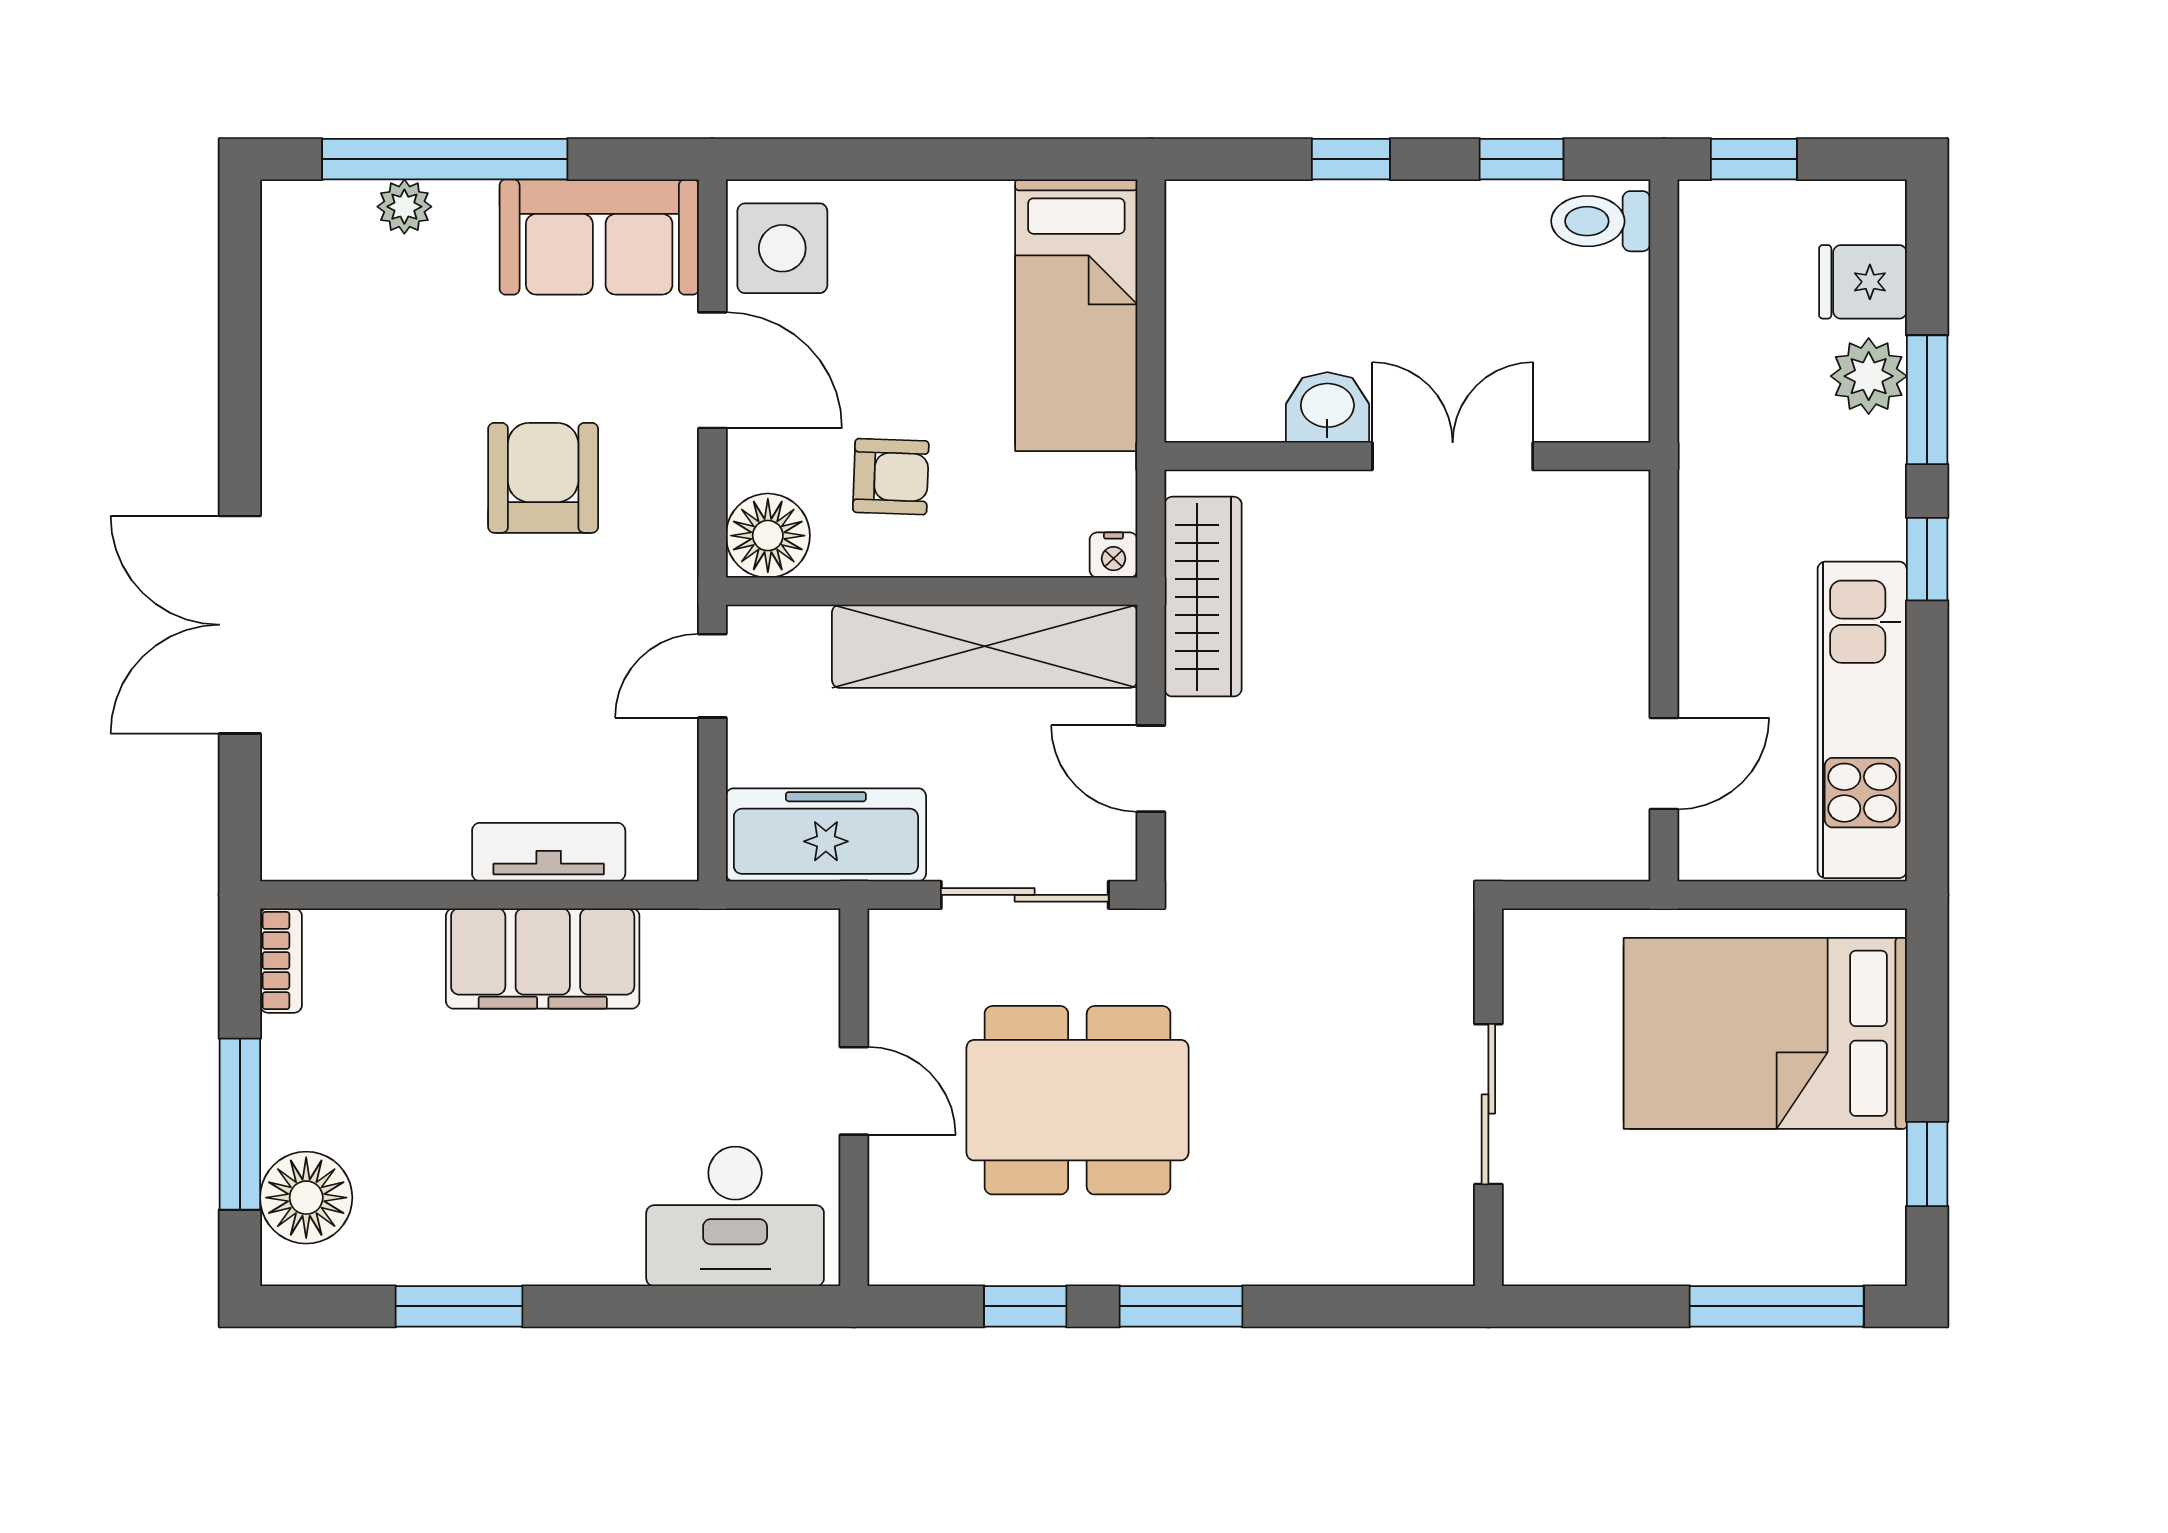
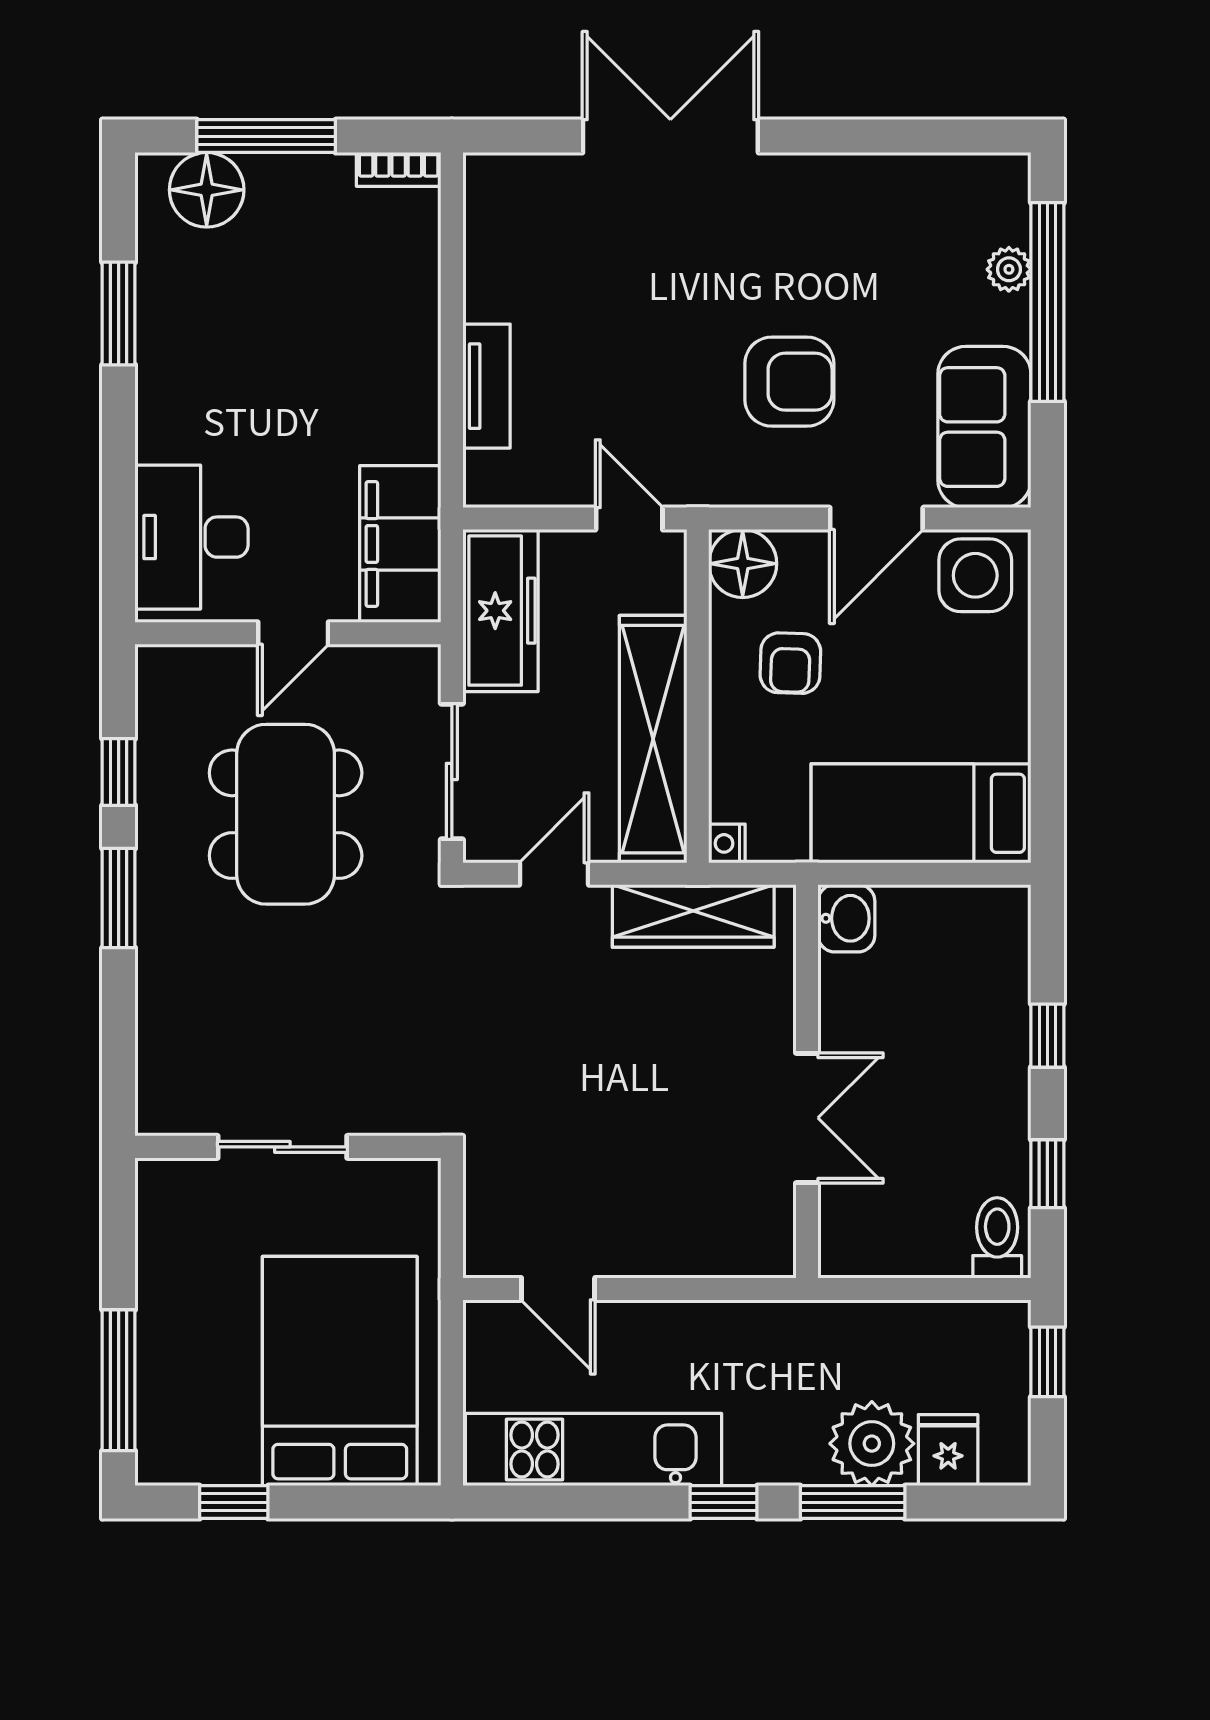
plant: (1869, 376) -> (872, 1444), width x1.36, depth x1.36
washbasin: (1327, 407) -> (846, 918), moved
filing cabinet: (543, 958) -> (400, 544), moved

